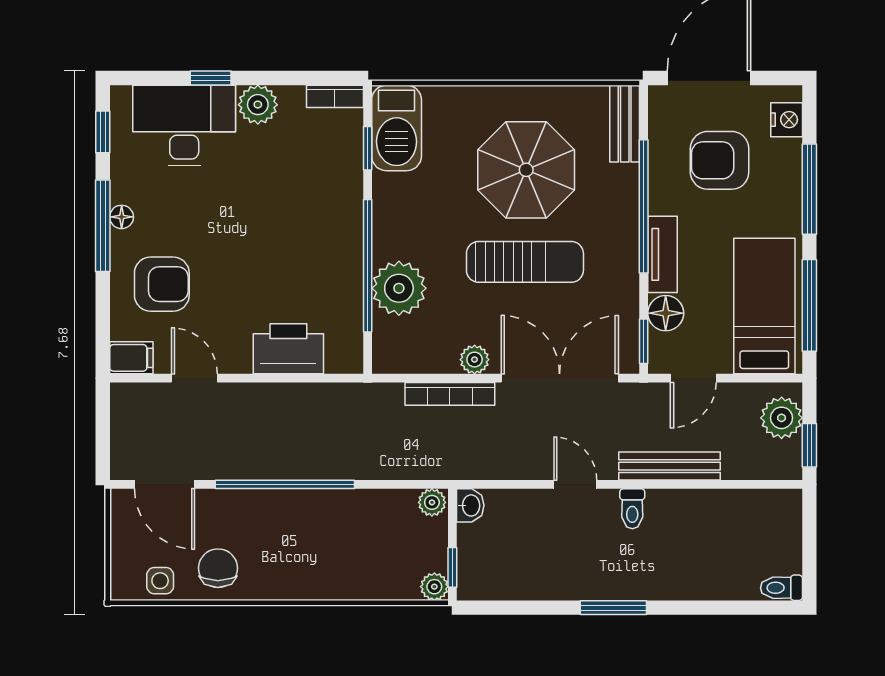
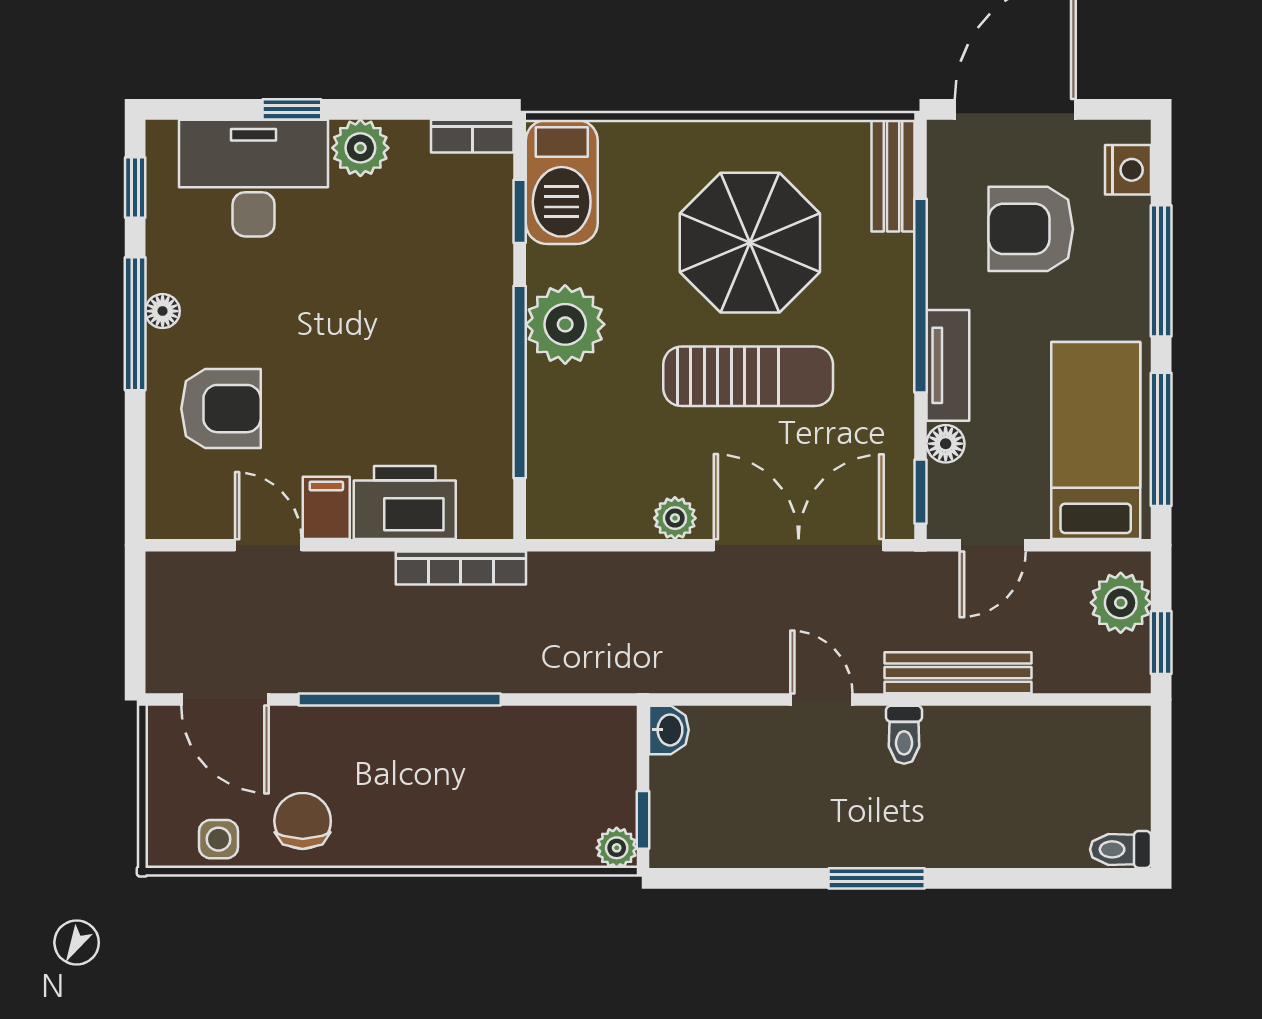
plant: (399, 288) -> (565, 324), moved
floor lamp: (666, 313) -> (946, 444), width x0.73, depth x0.73
filing cabinet: (131, 358) -> (326, 508), moved, turned -90
bookcase: (450, 394) -> (461, 568), moved
plant: (432, 502) -> (613, 725), removed

